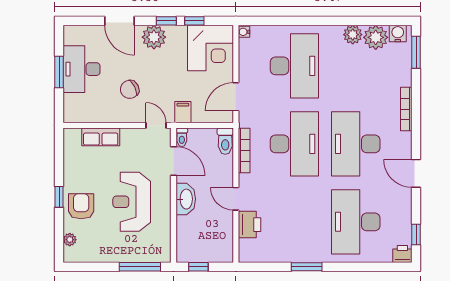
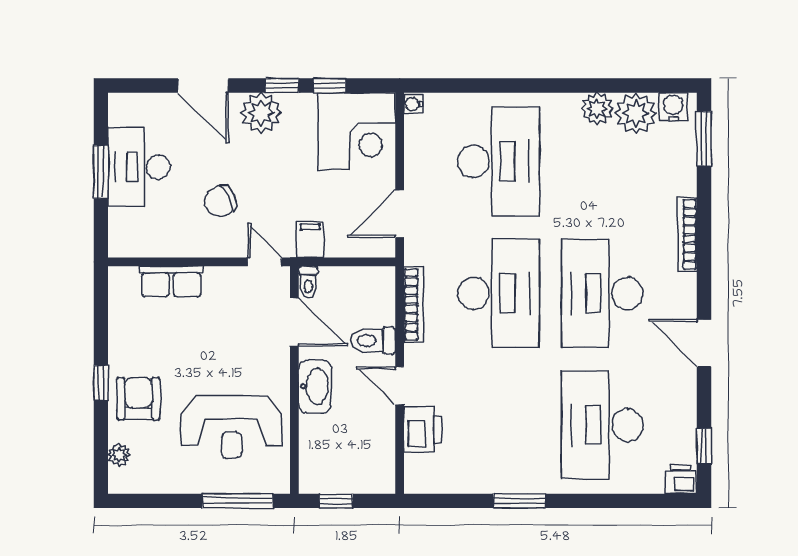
toilet: (225, 141) -> (373, 341), moved, turned 90
reception desk: (132, 202) -> (232, 427), moved, turned -90

